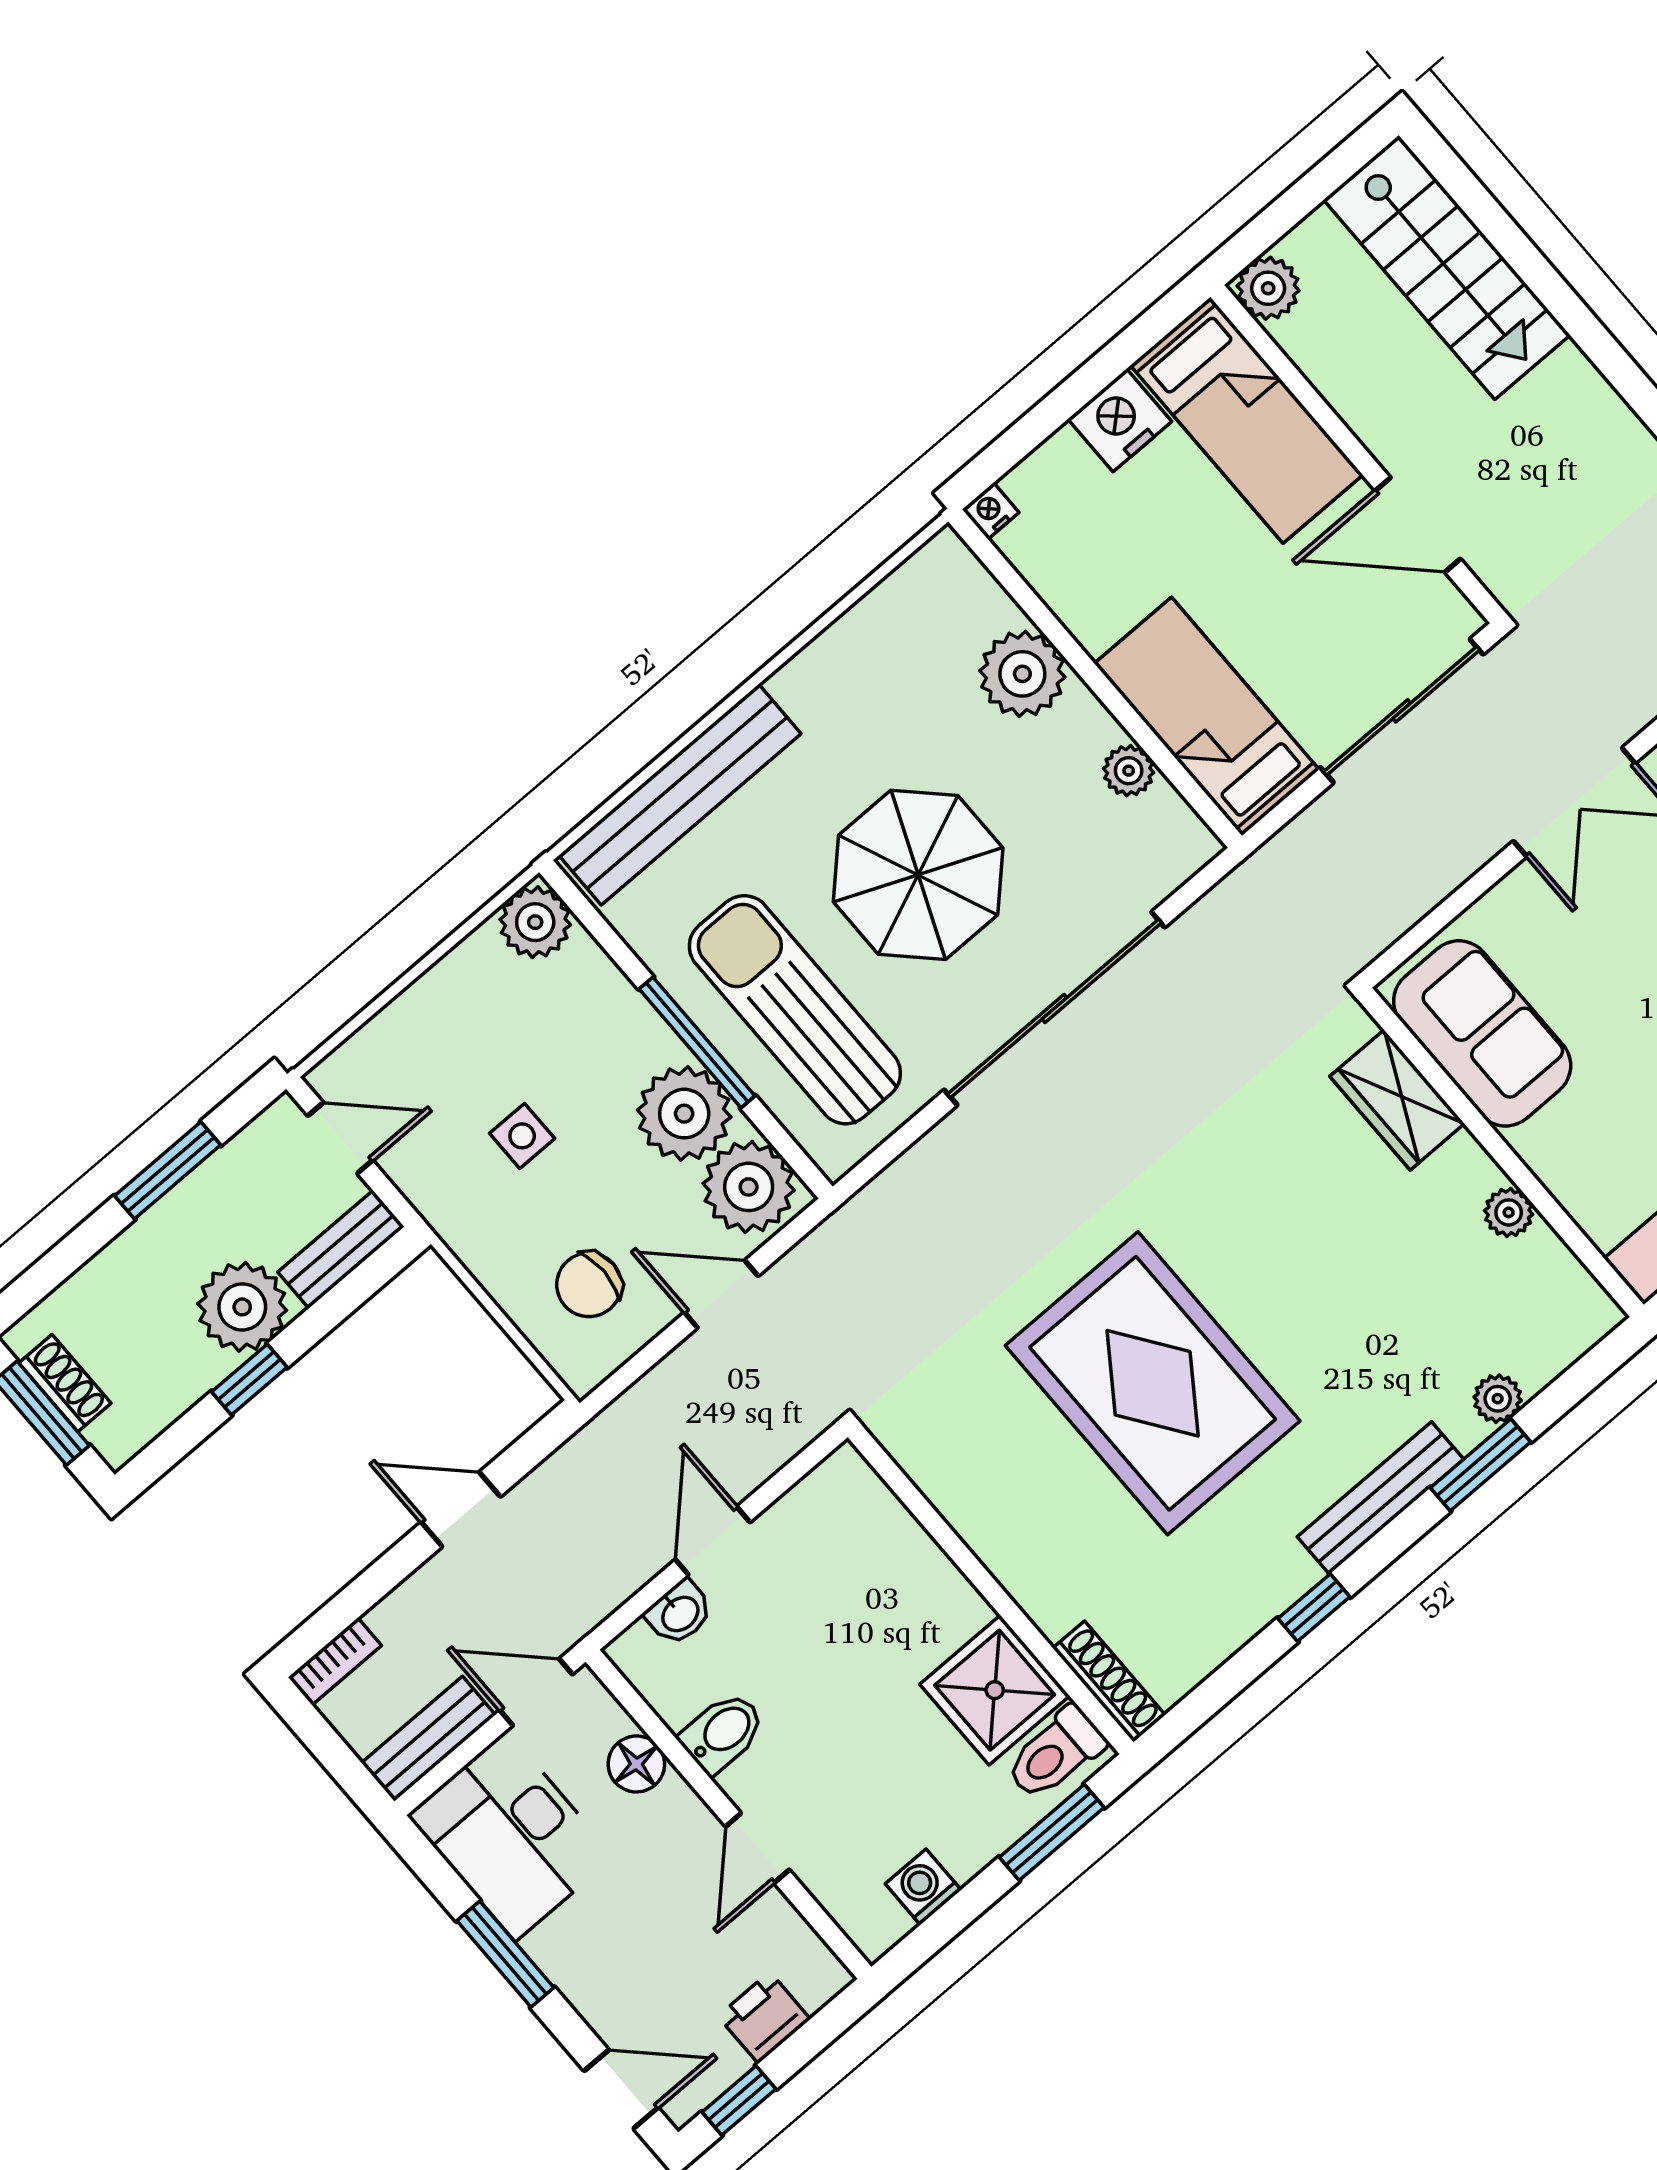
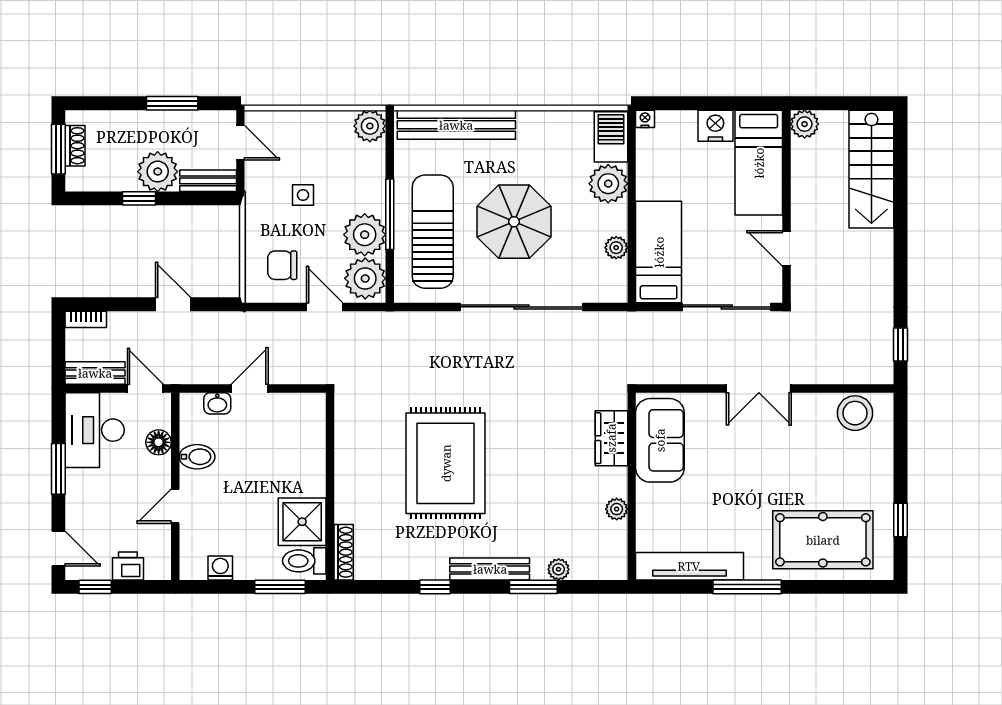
door: (1418, 525) -> (786, 248), width x0.73
barbecue: (959, 591) -> (611, 137), added

